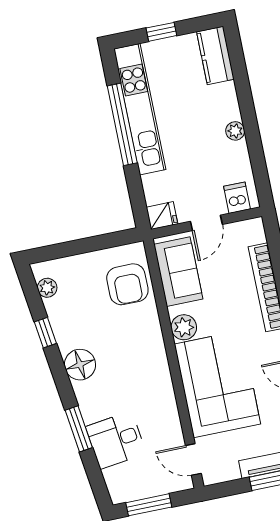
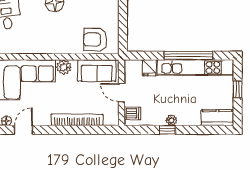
window: (252, 134) -> (167, 130), added
fridge: (162, 216) -> (149, 68), moved

